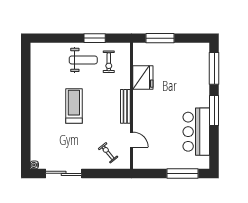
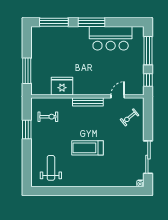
weight bench: (83, 60) -> (51, 168), moved
window: (150, 173) -> (148, 80), added

